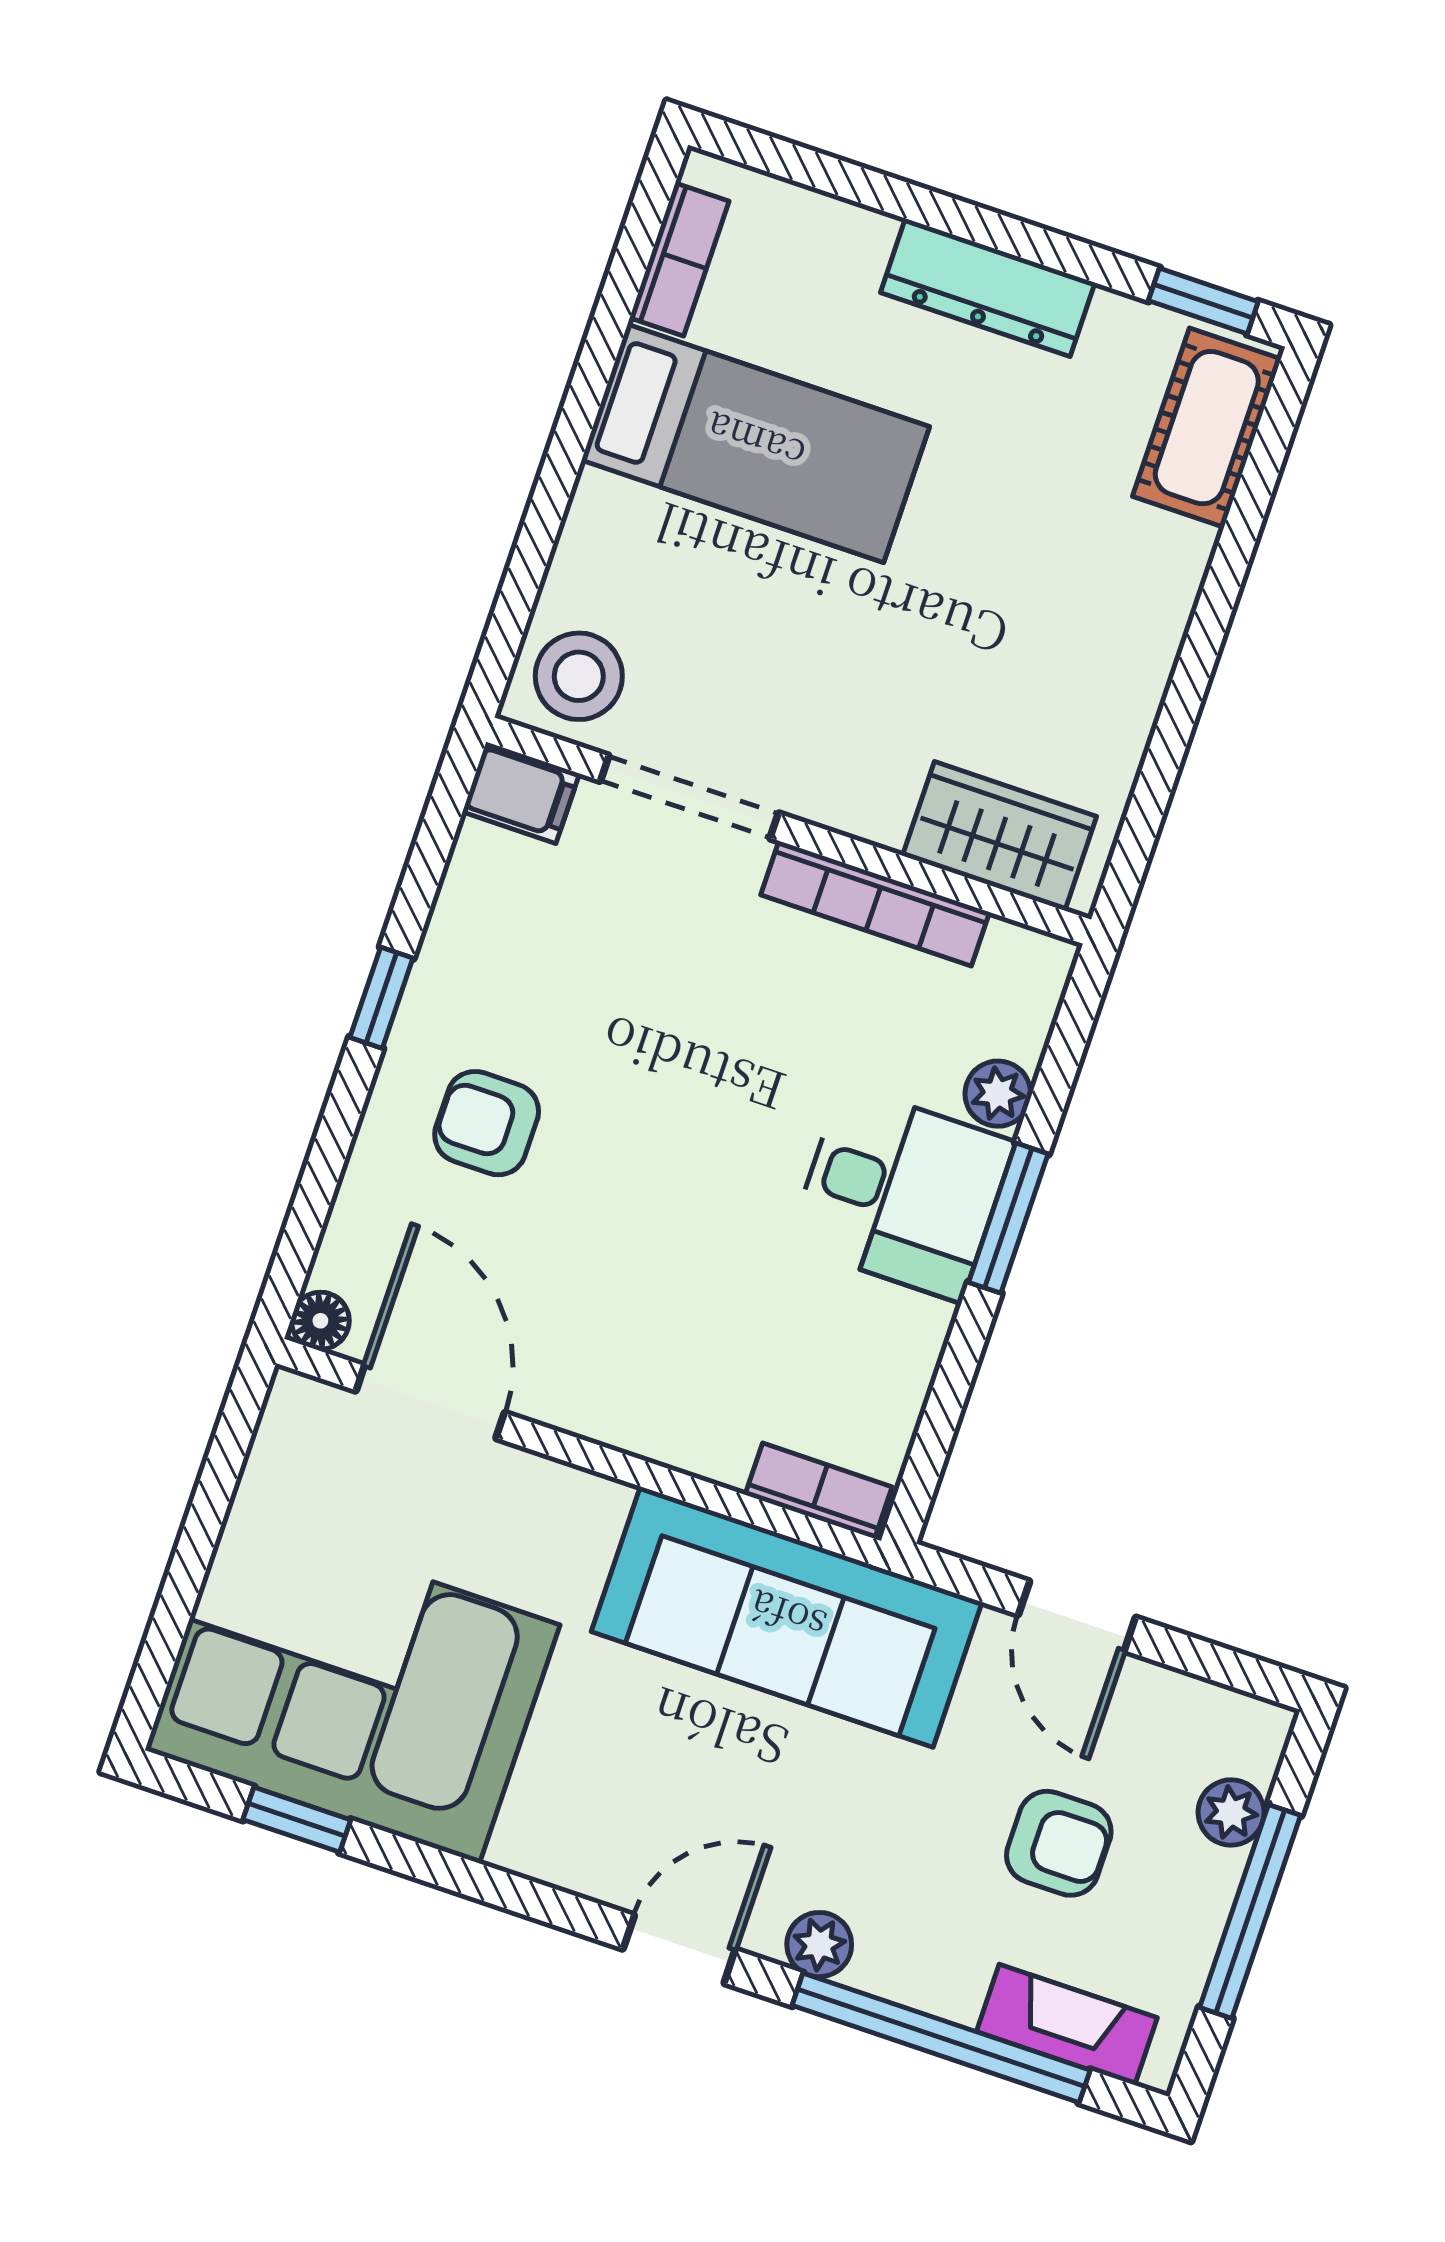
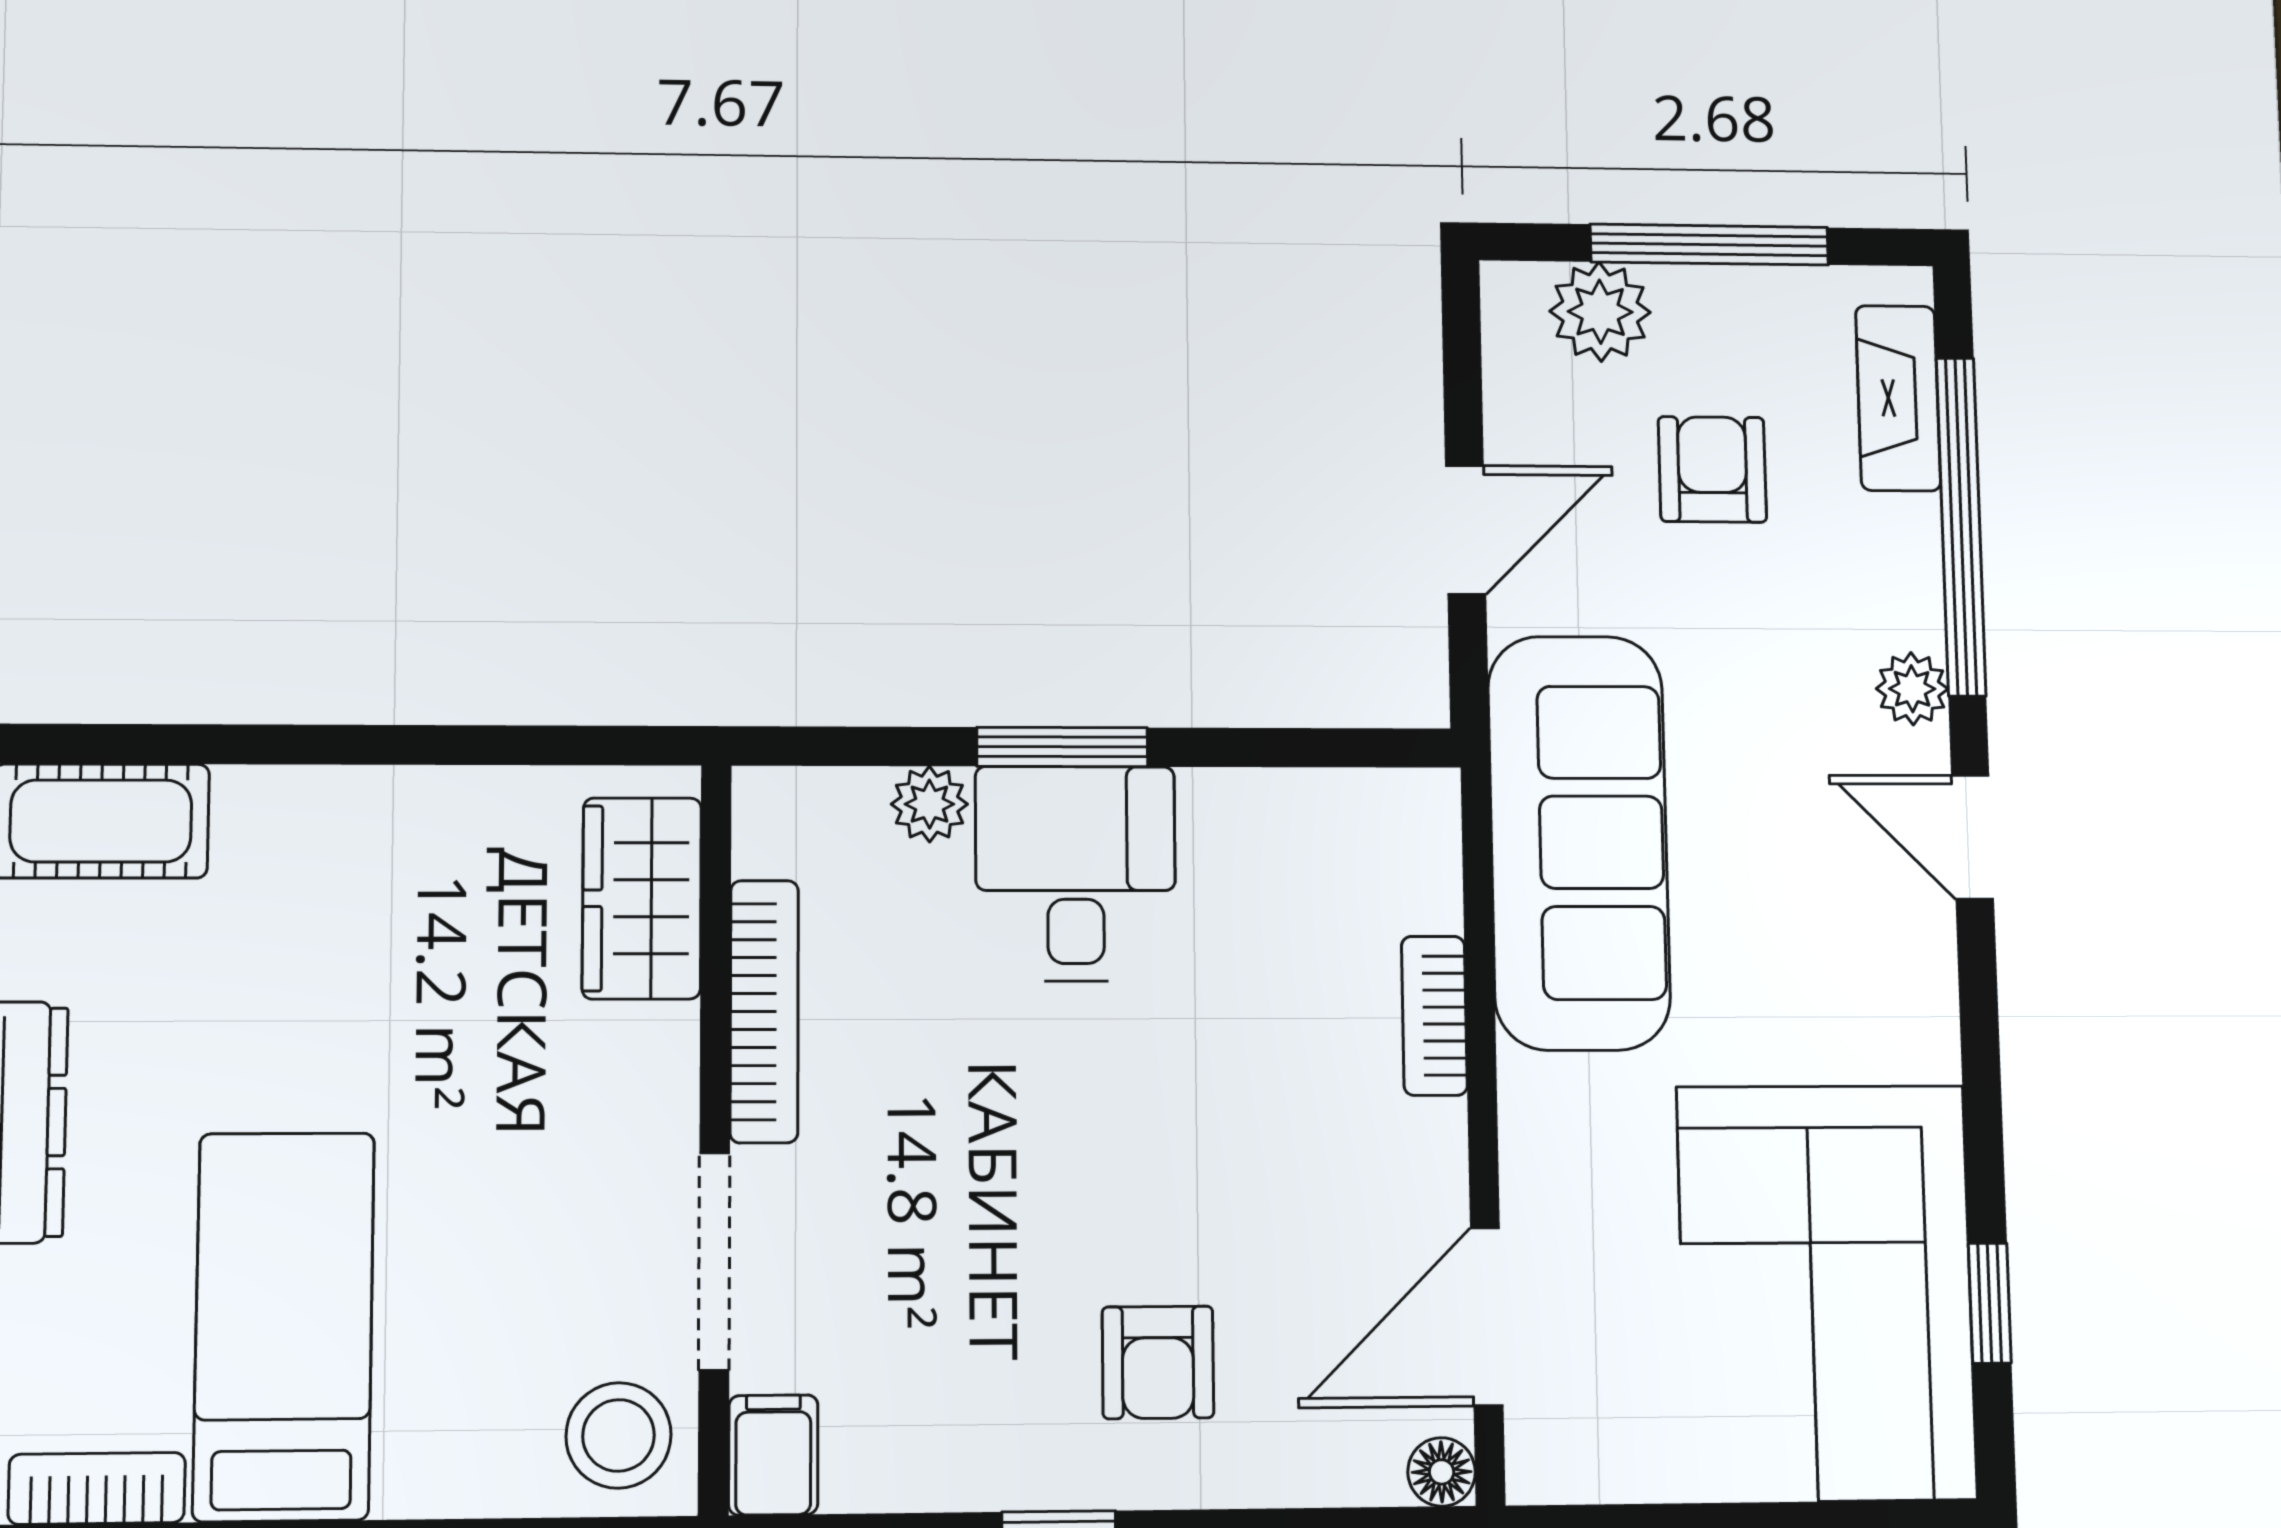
bookcase: (819, 1491) -> (1434, 1016), moved
plant: (1231, 1812) -> (1600, 312), width x1.38, depth x1.38

